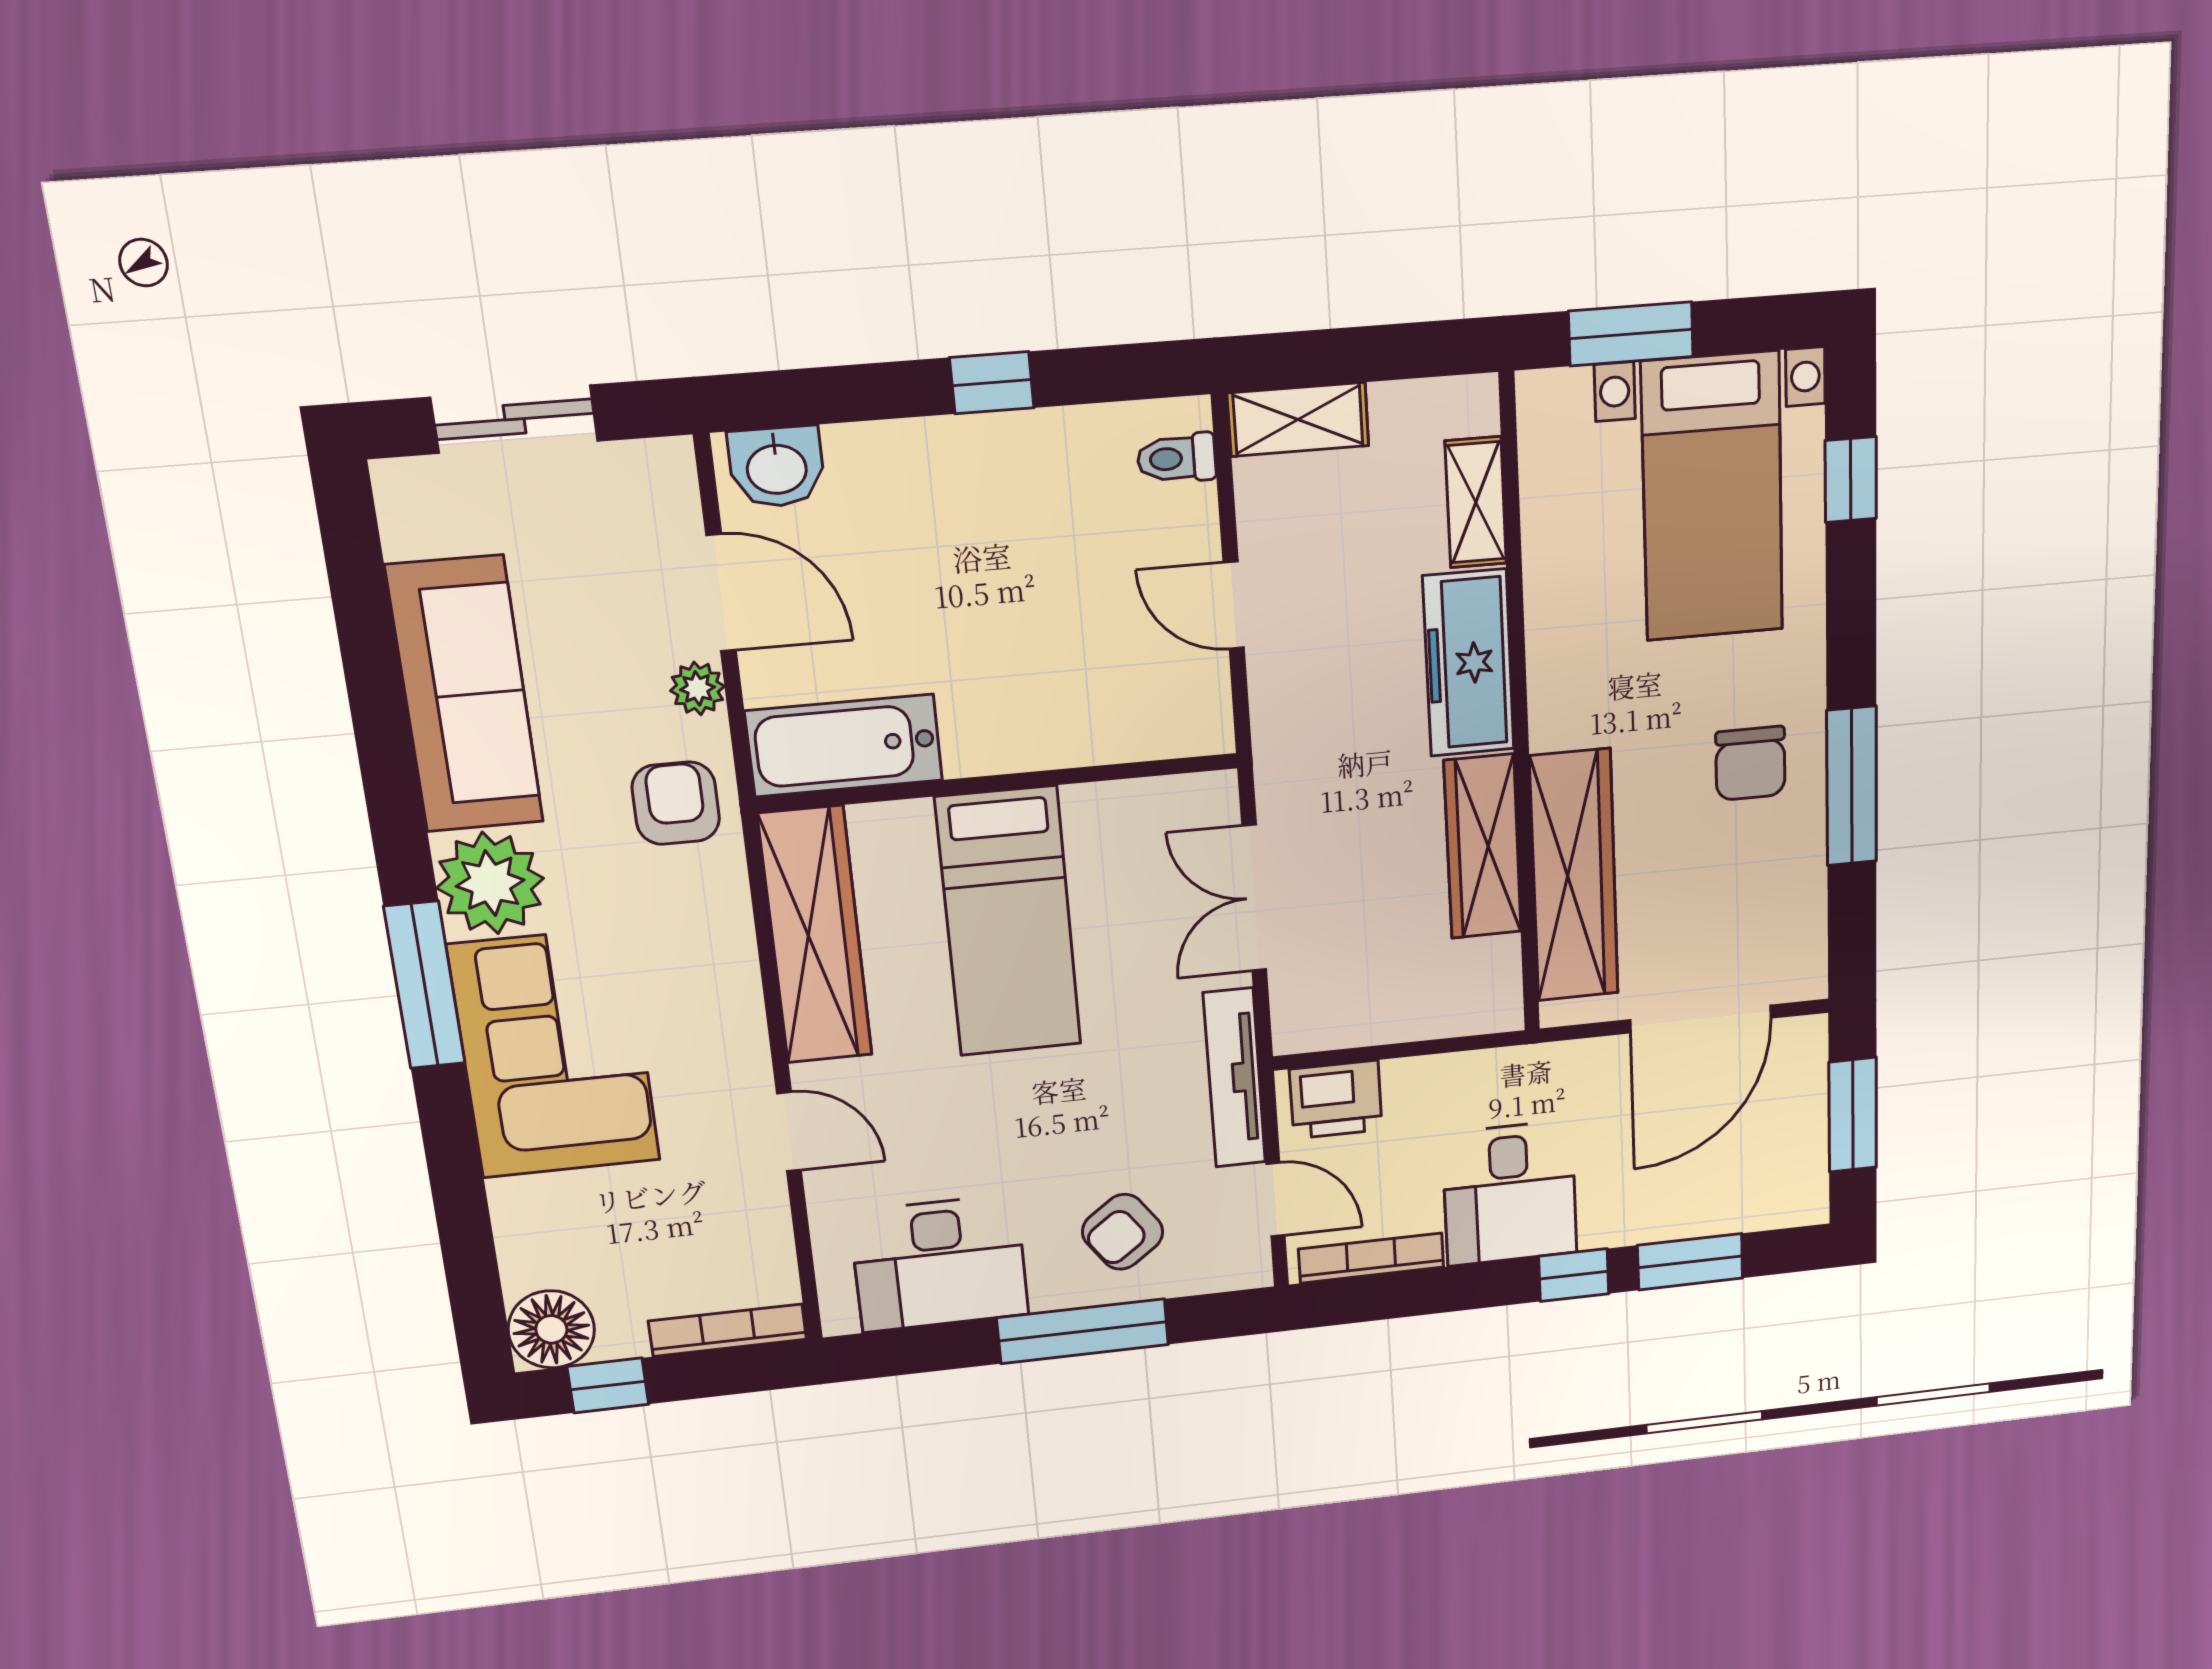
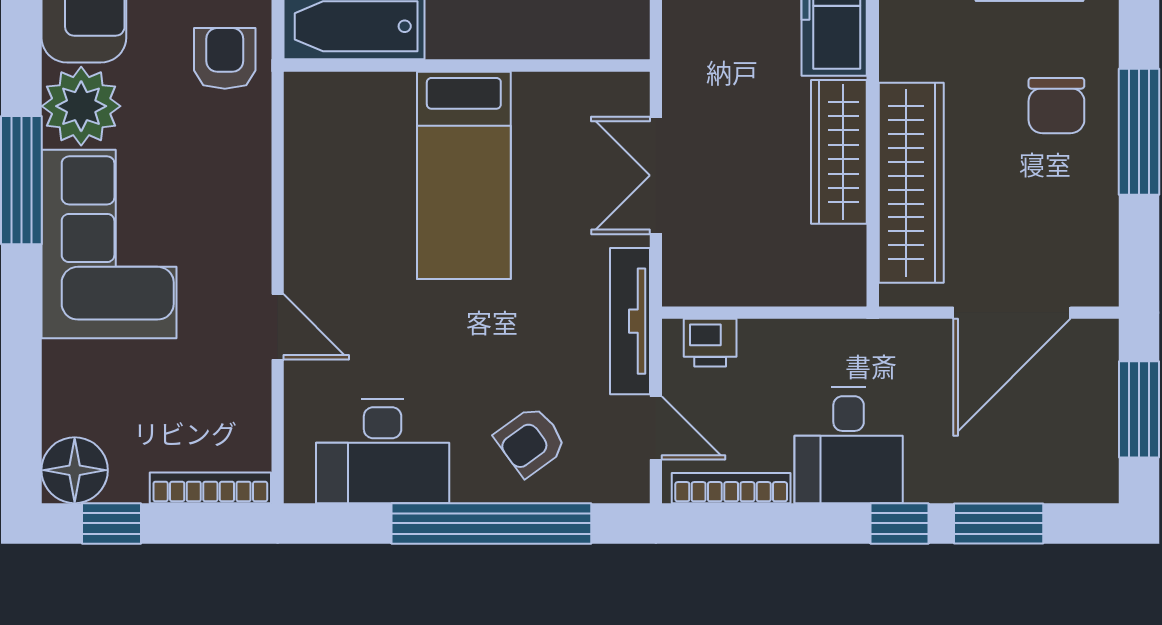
wardrobe: (815, 935) -> (316, 171), removed
printer: (1336, 1100) -> (710, 343), width x0.73, depth x0.81
window: (1083, 1331) -> (491, 523), width x1.46

